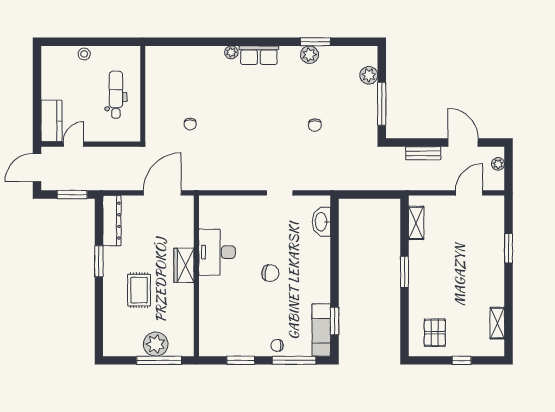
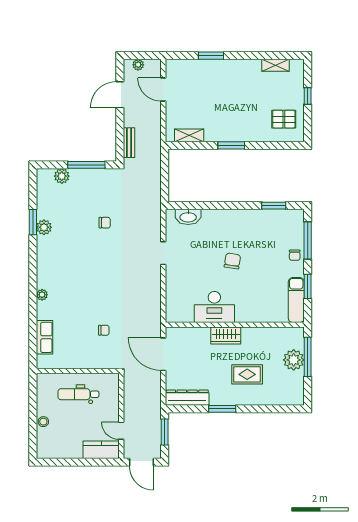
row of seats: (259, 55) -> (44, 337), moved
bench: (423, 153) -> (129, 143), moved
exam couch: (321, 330) -> (296, 300), moved, turned 90

